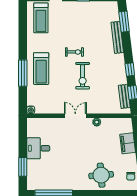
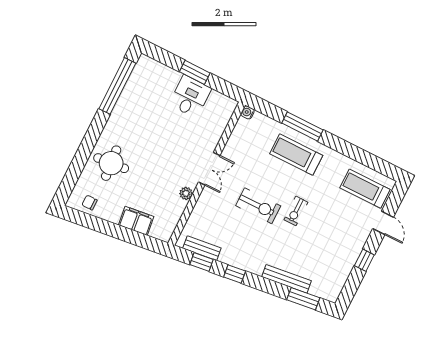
exercise bike: (83, 76) -> (258, 206), turned 180
window: (23, 167) -> (195, 72), moved

